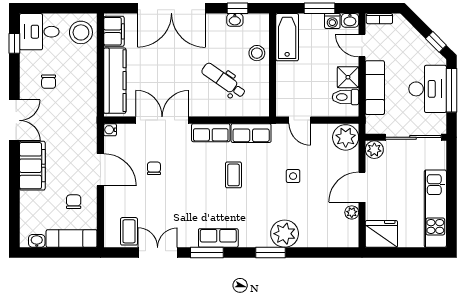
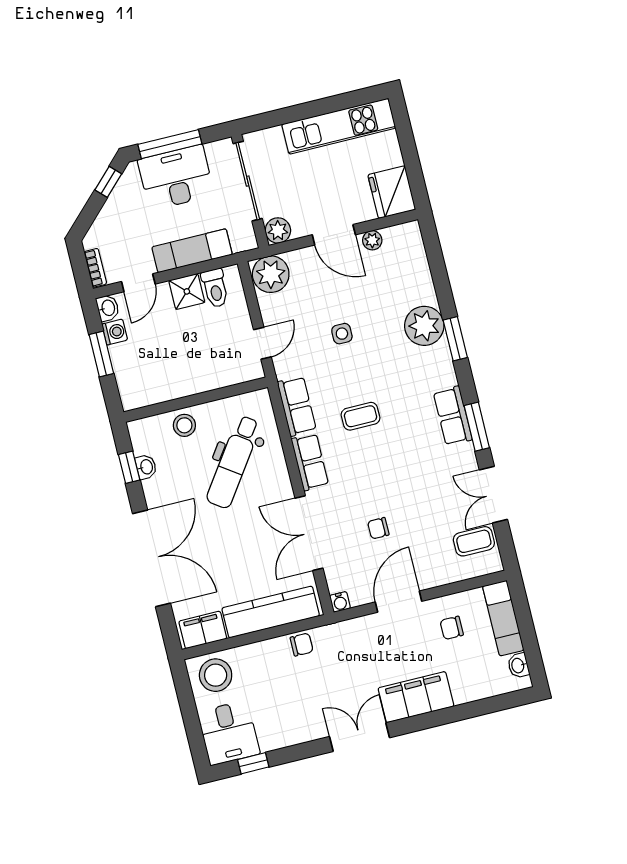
bathtub: (287, 37) -> (152, 389), removed
dental chair: (224, 80) -> (234, 462), width x1.36, depth x1.38
chair: (49, 82) -> (302, 644), moved

